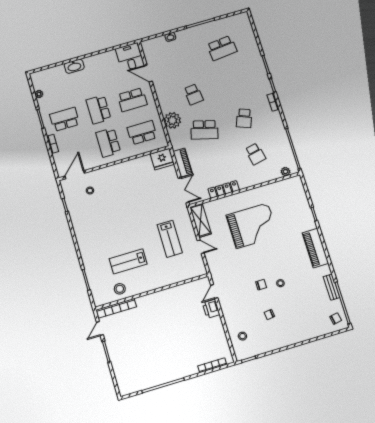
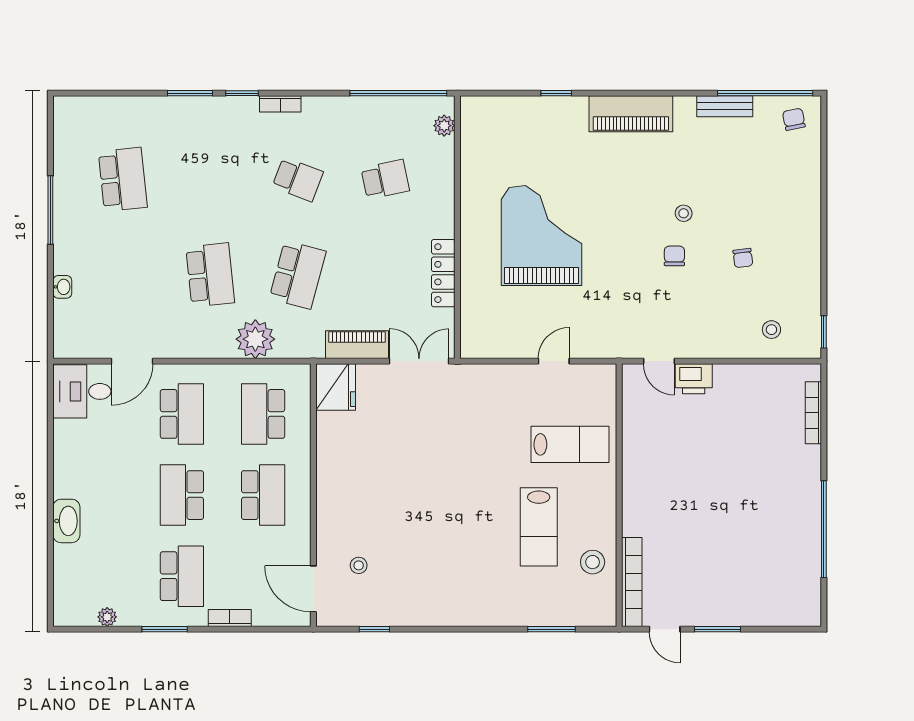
school desk: (193, 94) -> (210, 275), width x1.85
school desk: (99, 110) -> (182, 495), turned 90
school desk: (65, 119) -> (182, 576), turned 180
school desk: (108, 143) -> (263, 495), turned -90
shelving: (201, 220) -> (496, 344), removed
lab bench: (170, 239) -> (570, 444), moved

